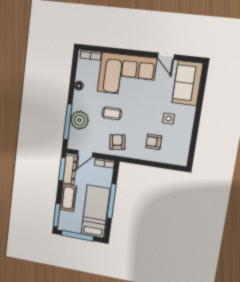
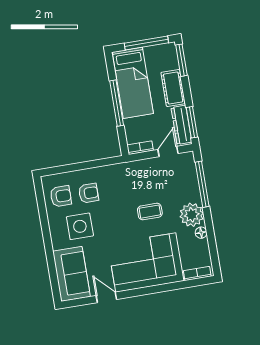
side table: (168, 119) -> (80, 226), width x1.87, depth x1.87
plant: (79, 120) -> (192, 215), moved
armchair: (117, 142) -> (61, 196), moved, turned -83

